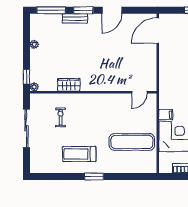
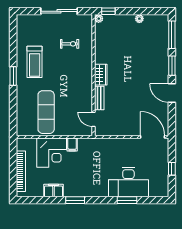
bench: (75, 18) -> (99, 98), moved
wardrobe: (69, 85) -> (101, 75), moved
treadmill: (79, 154) -> (35, 62), turned 180

